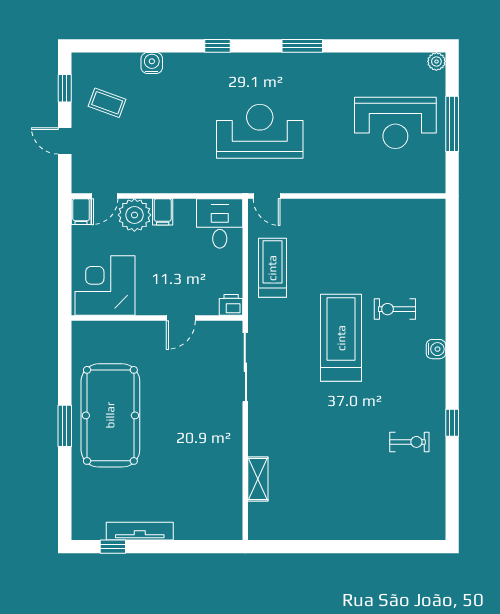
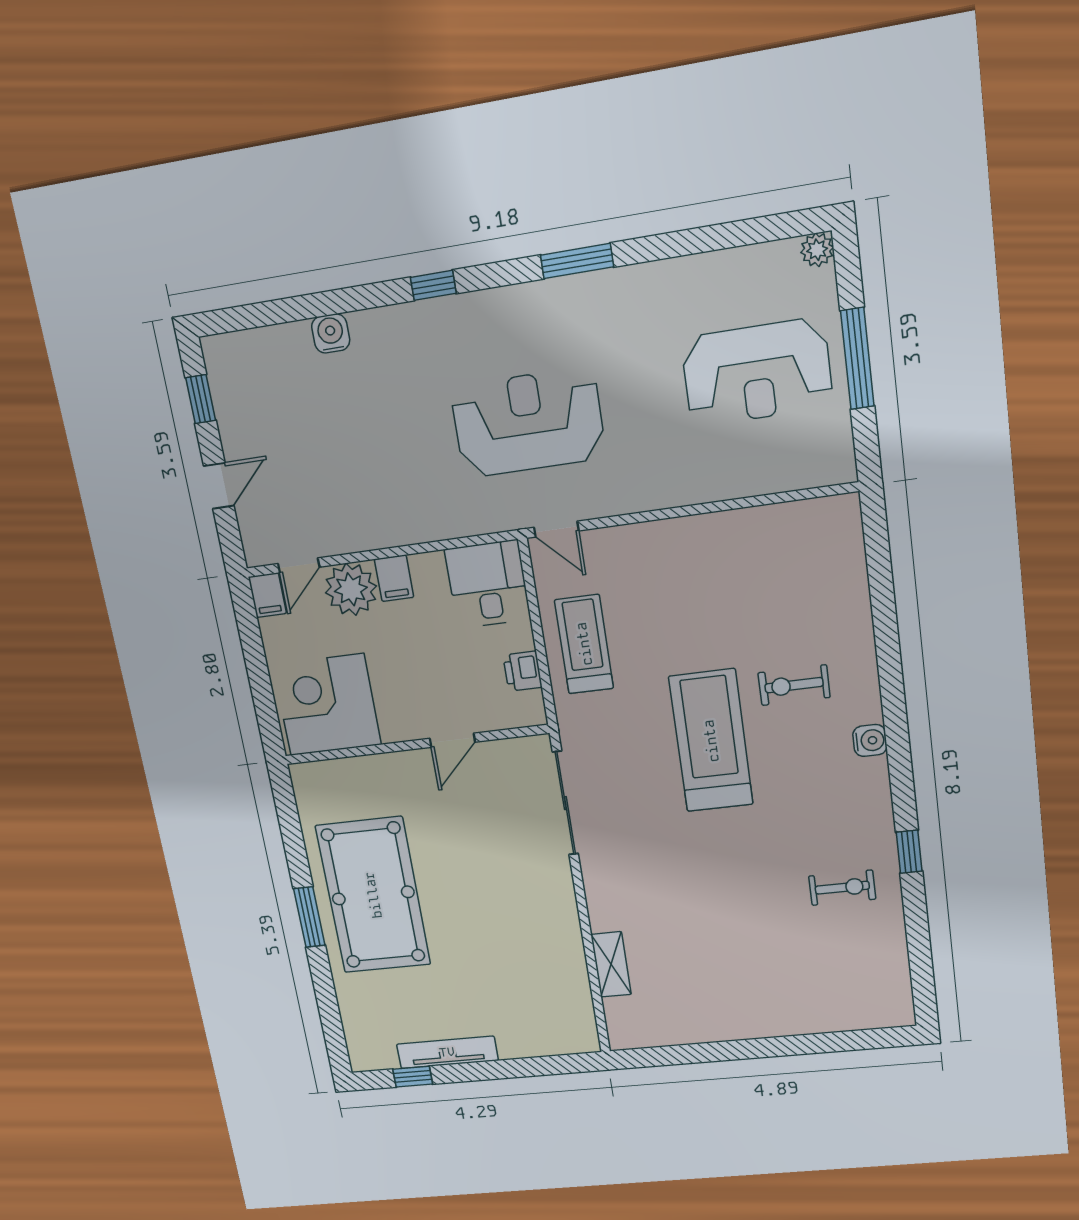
coffee table: (107, 103) -> (272, 413), removed
door: (65, 141) -> (219, 486), swing flipped
printer: (231, 305) -> (523, 671), moved, turned -90

